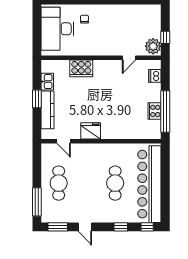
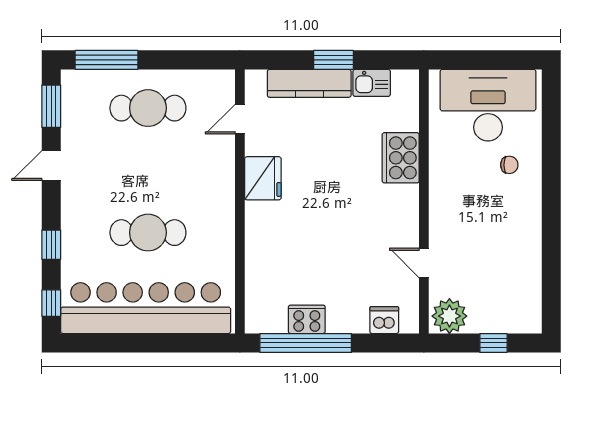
window: (165, 37) -> (493, 343), moved

